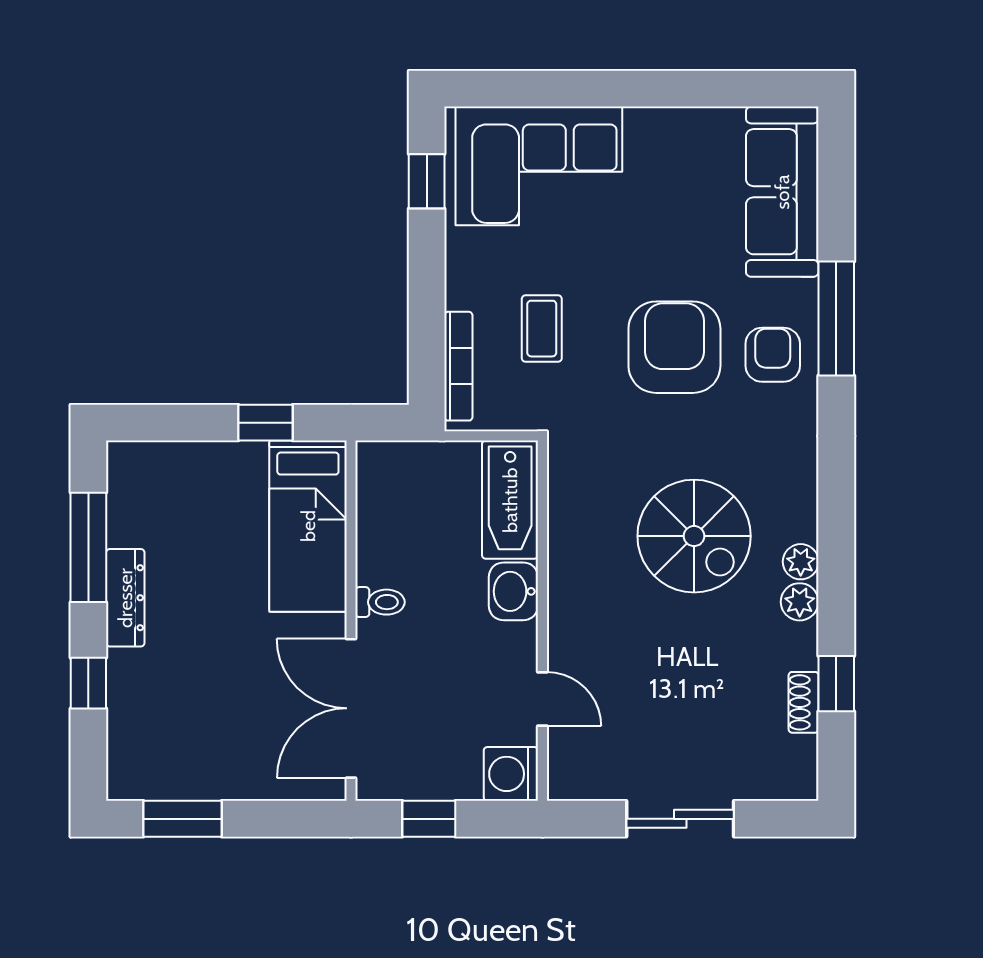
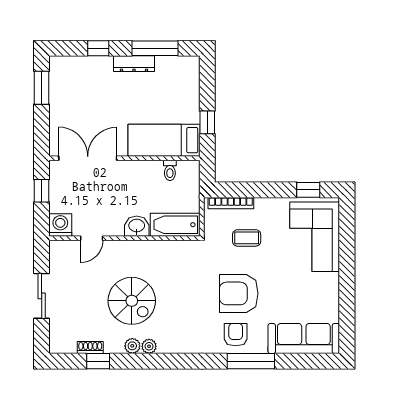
armchair: (674, 347) -> (239, 293), turned 180
armchair: (773, 355) -> (236, 335), turned -90
spiral stairs: (694, 536) -> (132, 301), moved, turned -90
toilet: (380, 602) -> (170, 170), moved

